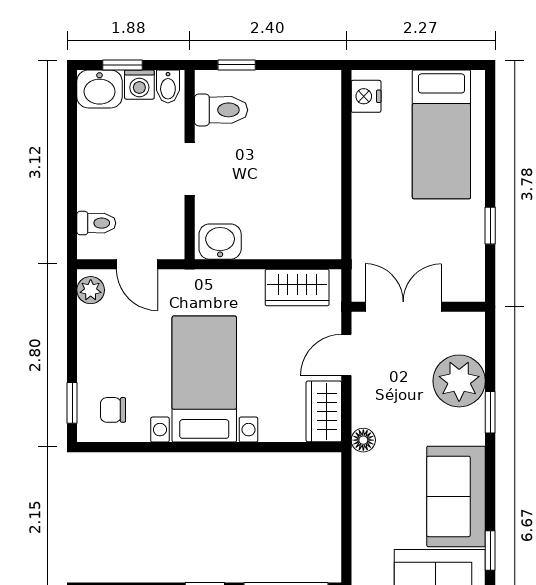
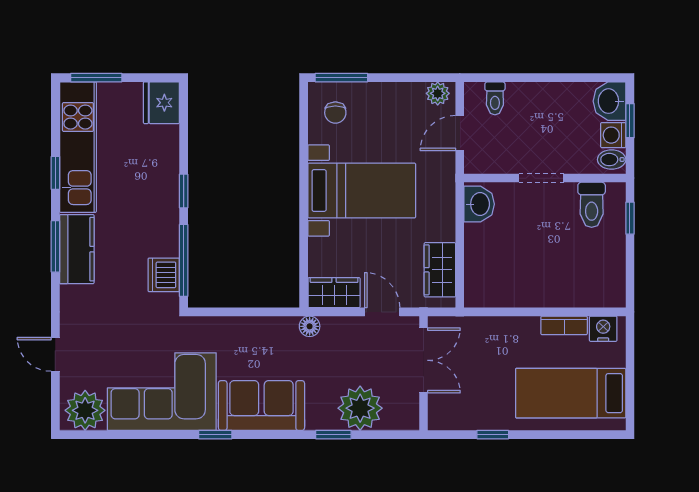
bookcase: (362, 142) -> (564, 325), added
window: (72, 403) -> (341, 78), width x1.50
chair: (113, 410) -> (335, 113), turned 180

